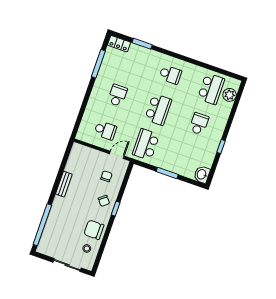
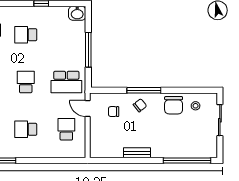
school desk: (158, 110) -> (26, 82), width x0.54
window: (167, 173) -> (88, 50), width x1.44
window: (116, 209) -> (144, 90), width x2.17

